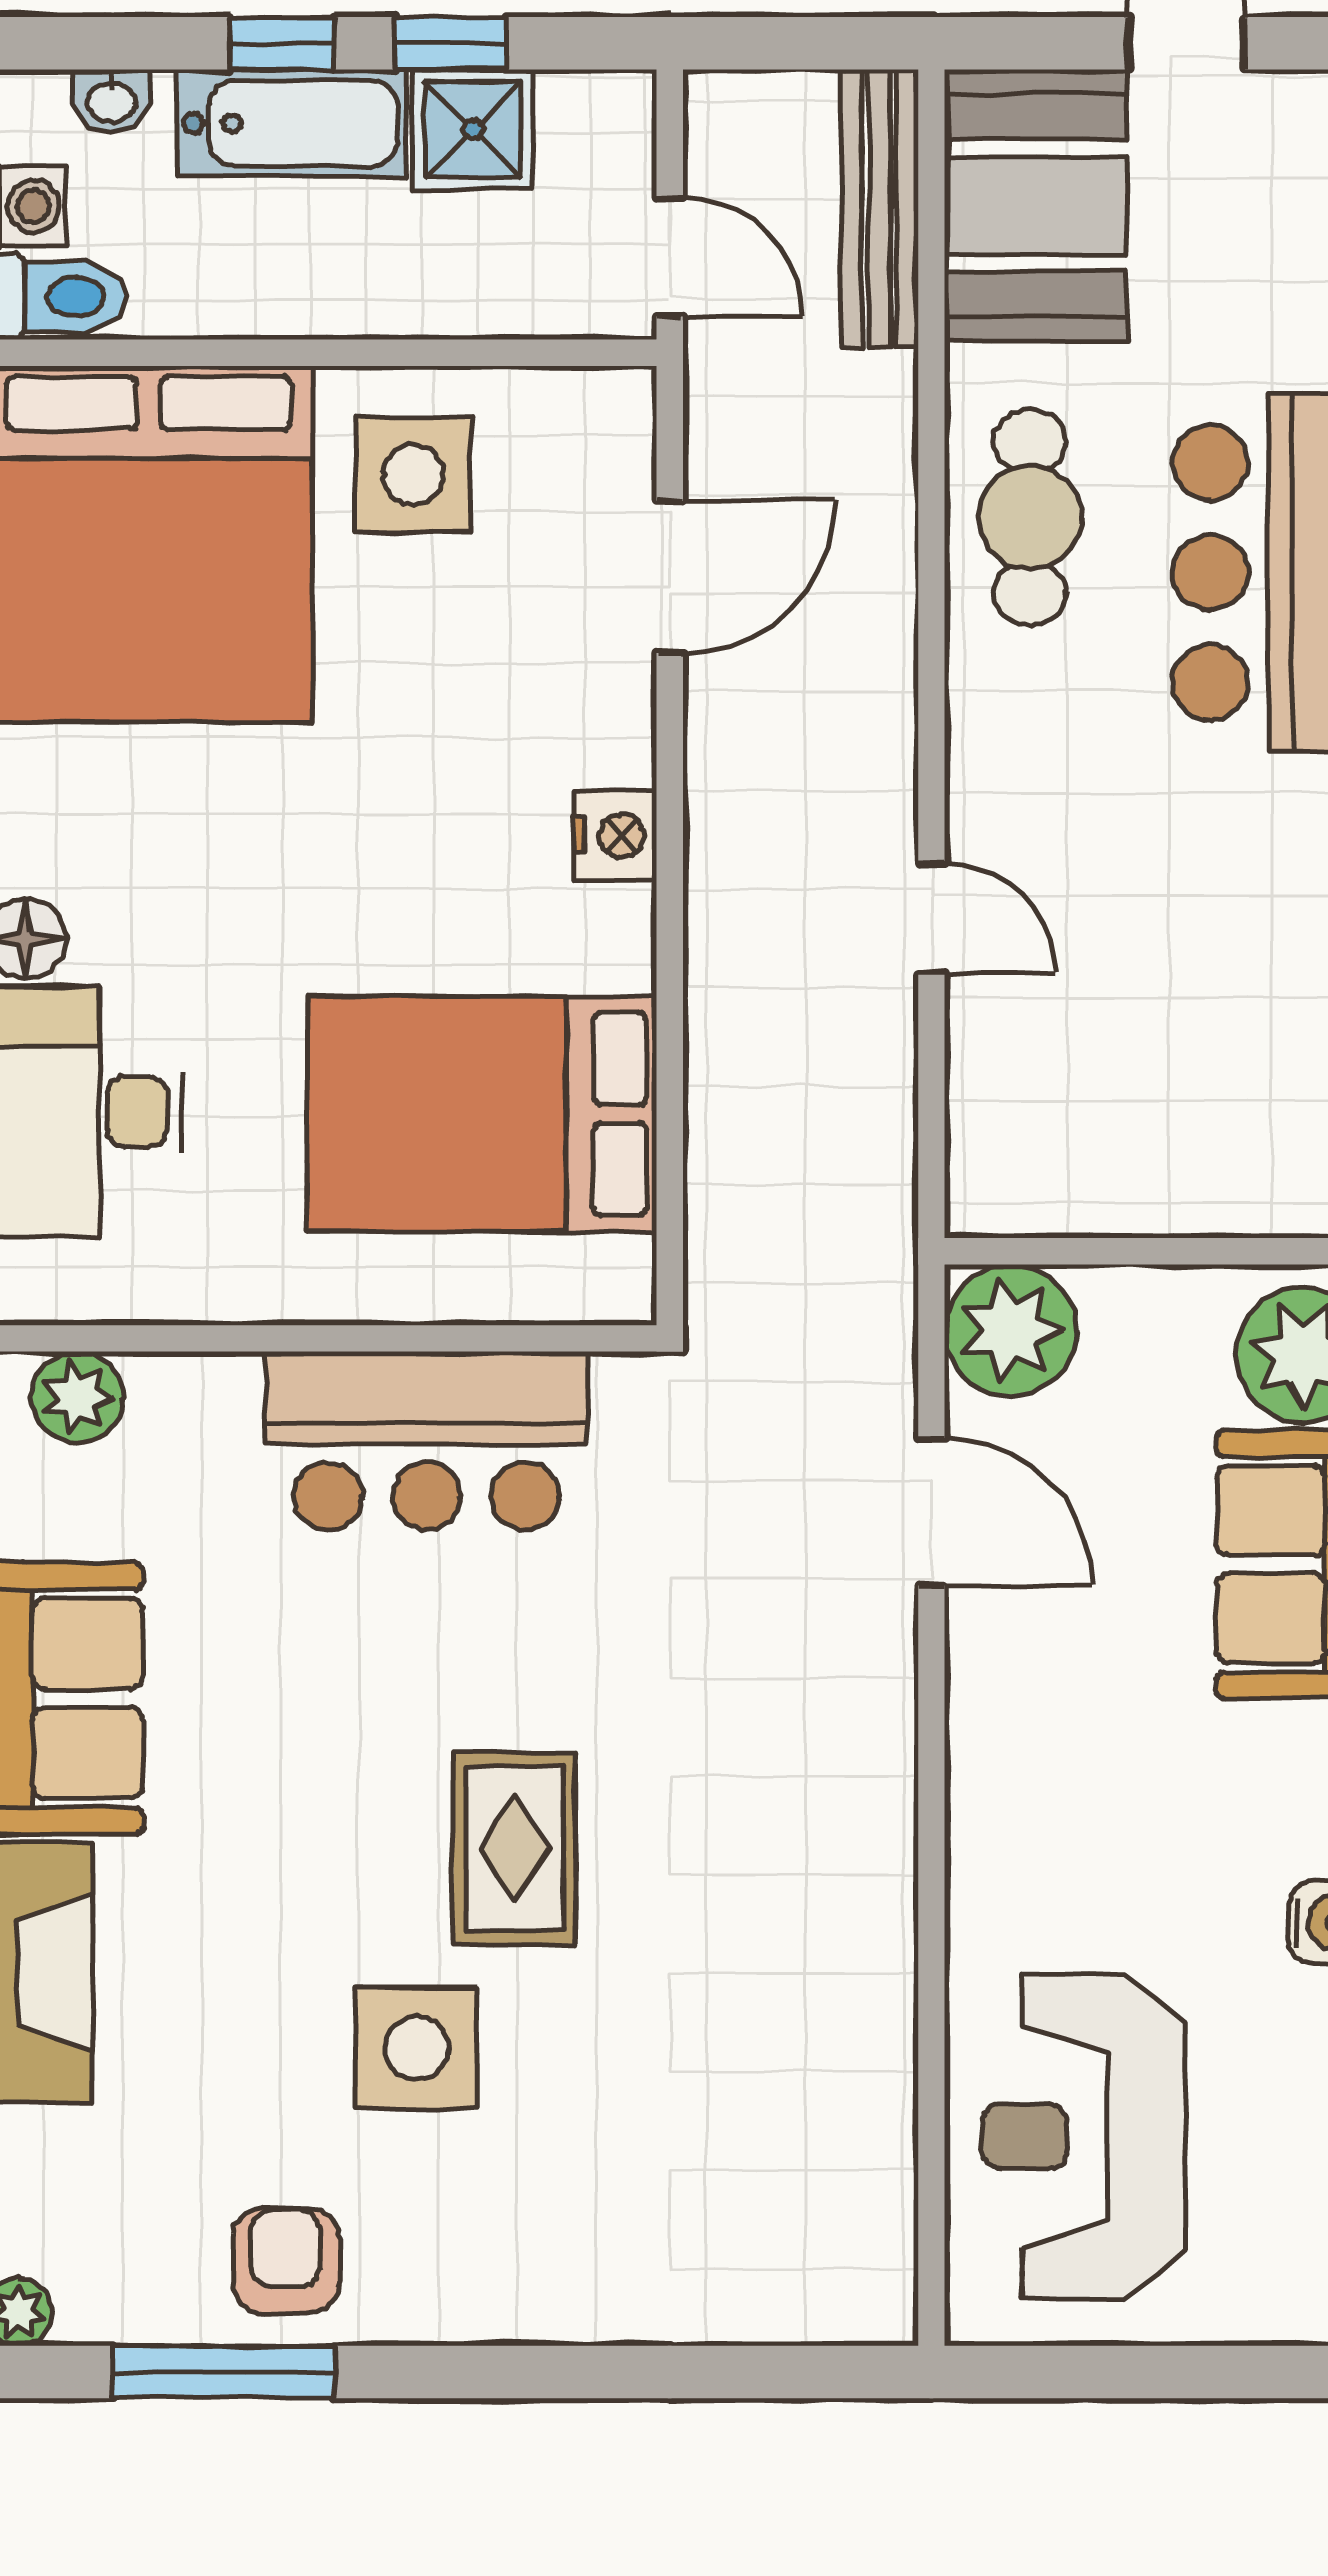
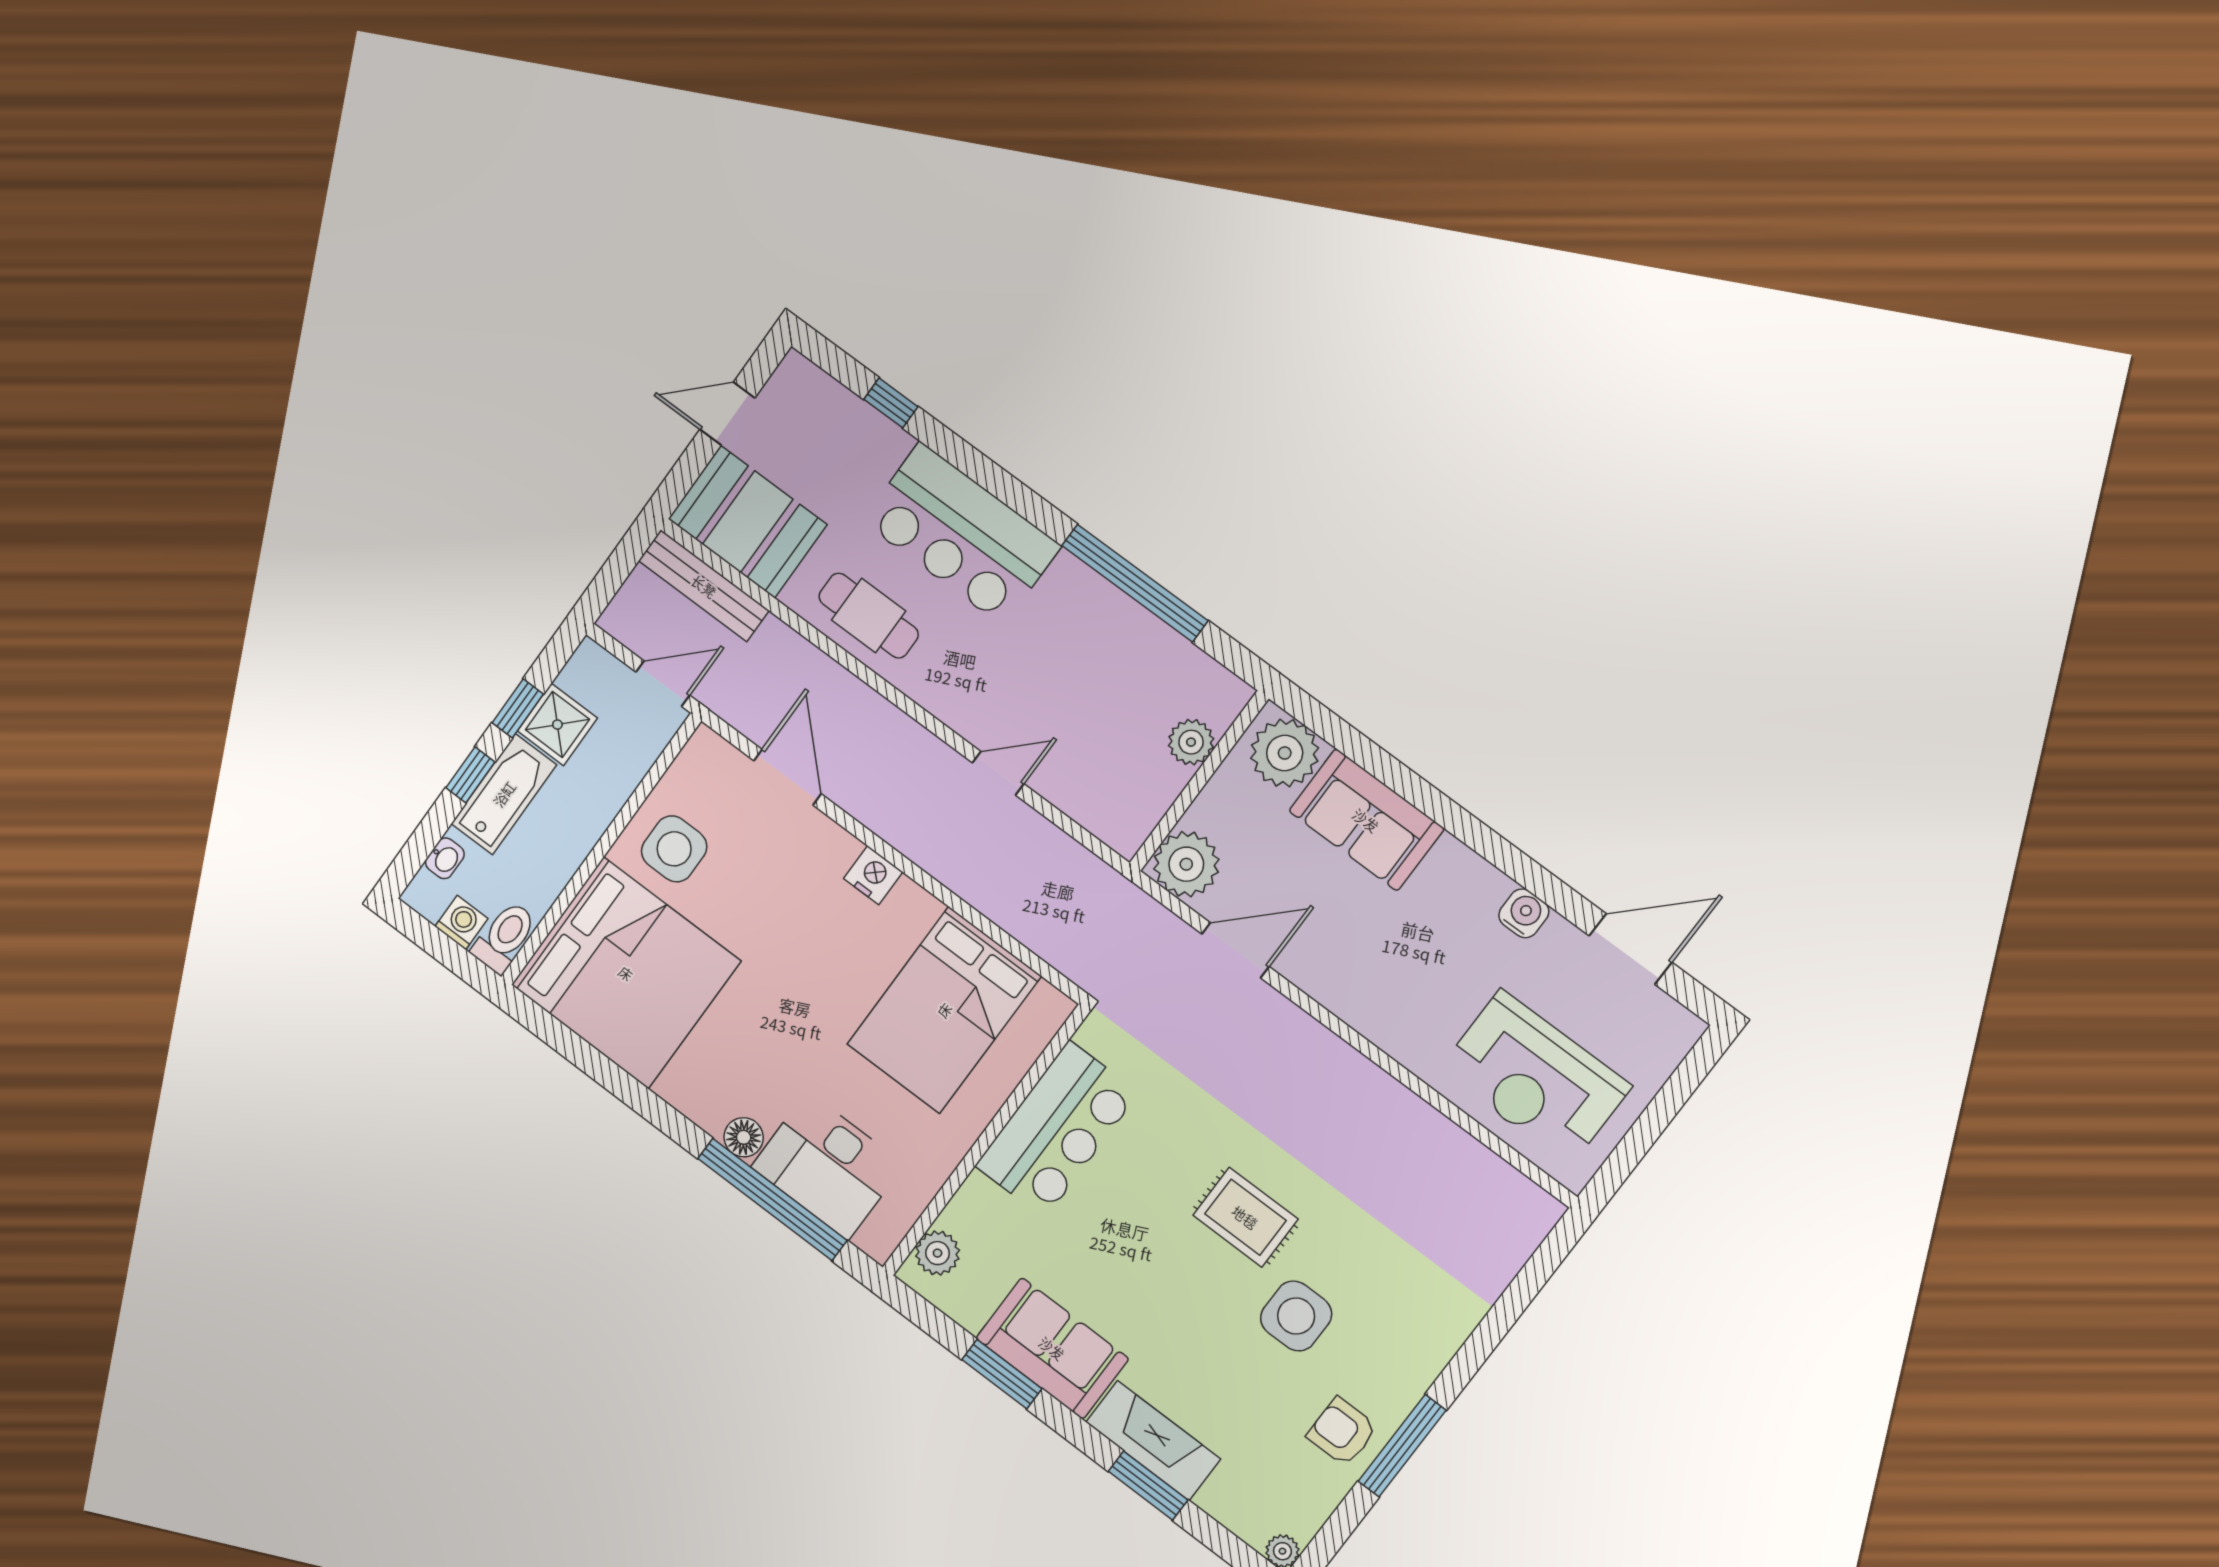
plant: (1211, 1192) -> (1191, 742), added
window: (224, 2372) -> (1402, 1446), moved

